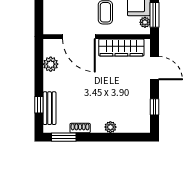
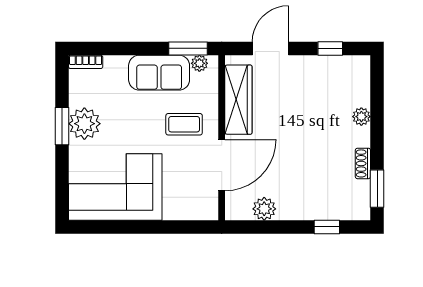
bench: (50, 108) -> (332, 211), removed

